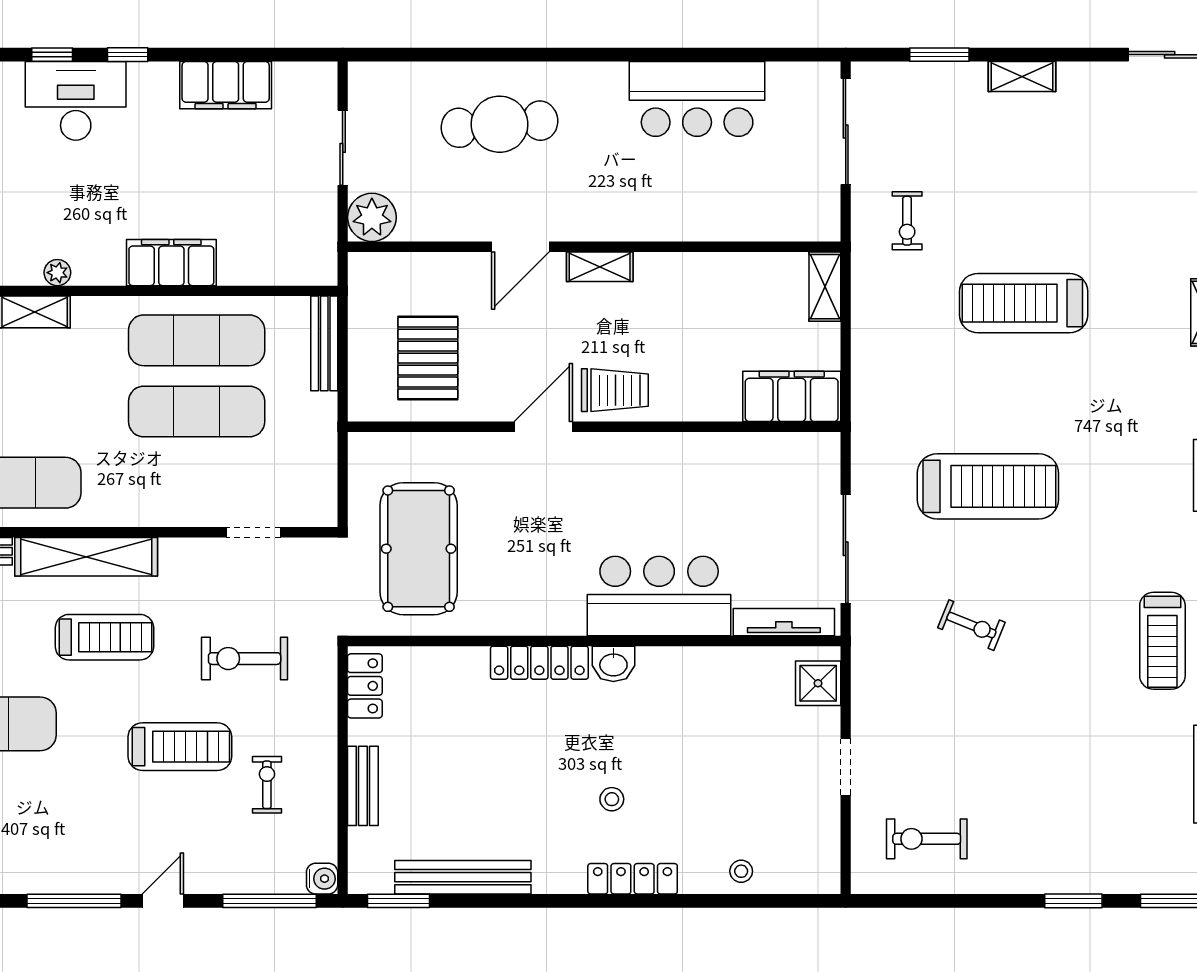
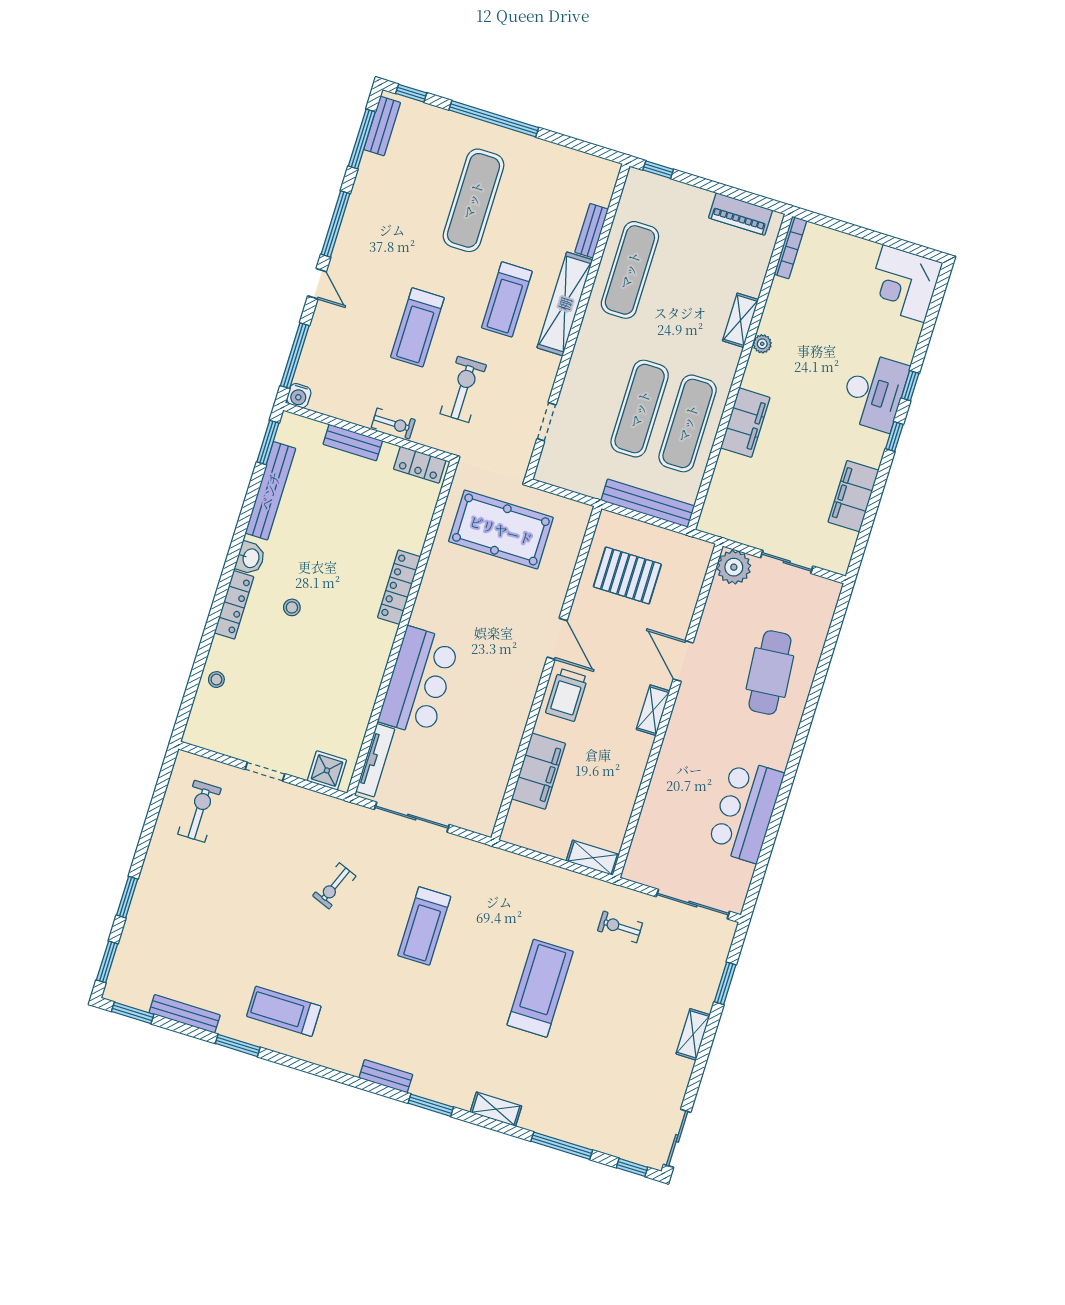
bench: (324, 343) -> (648, 503), width x1.37, depth x1.21
filing cabinet: (792, 396) -> (539, 771), moved
treadmill: (988, 486) -> (424, 926), width x0.73, depth x0.73
washbasin: (613, 664) -> (250, 558), moved, turned 180
exercise bike: (267, 785) -> (393, 424), moved

